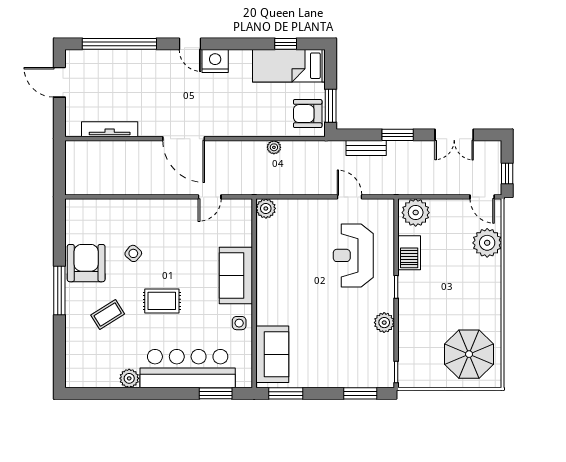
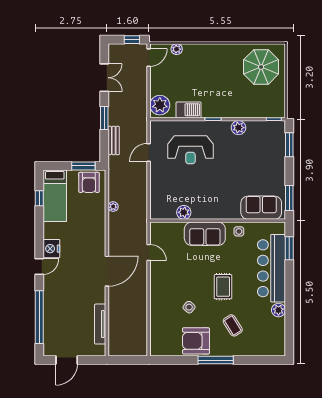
plant: (266, 208) -> (184, 212), moved
plant: (487, 243) -> (177, 49), width x0.53, depth x0.53

